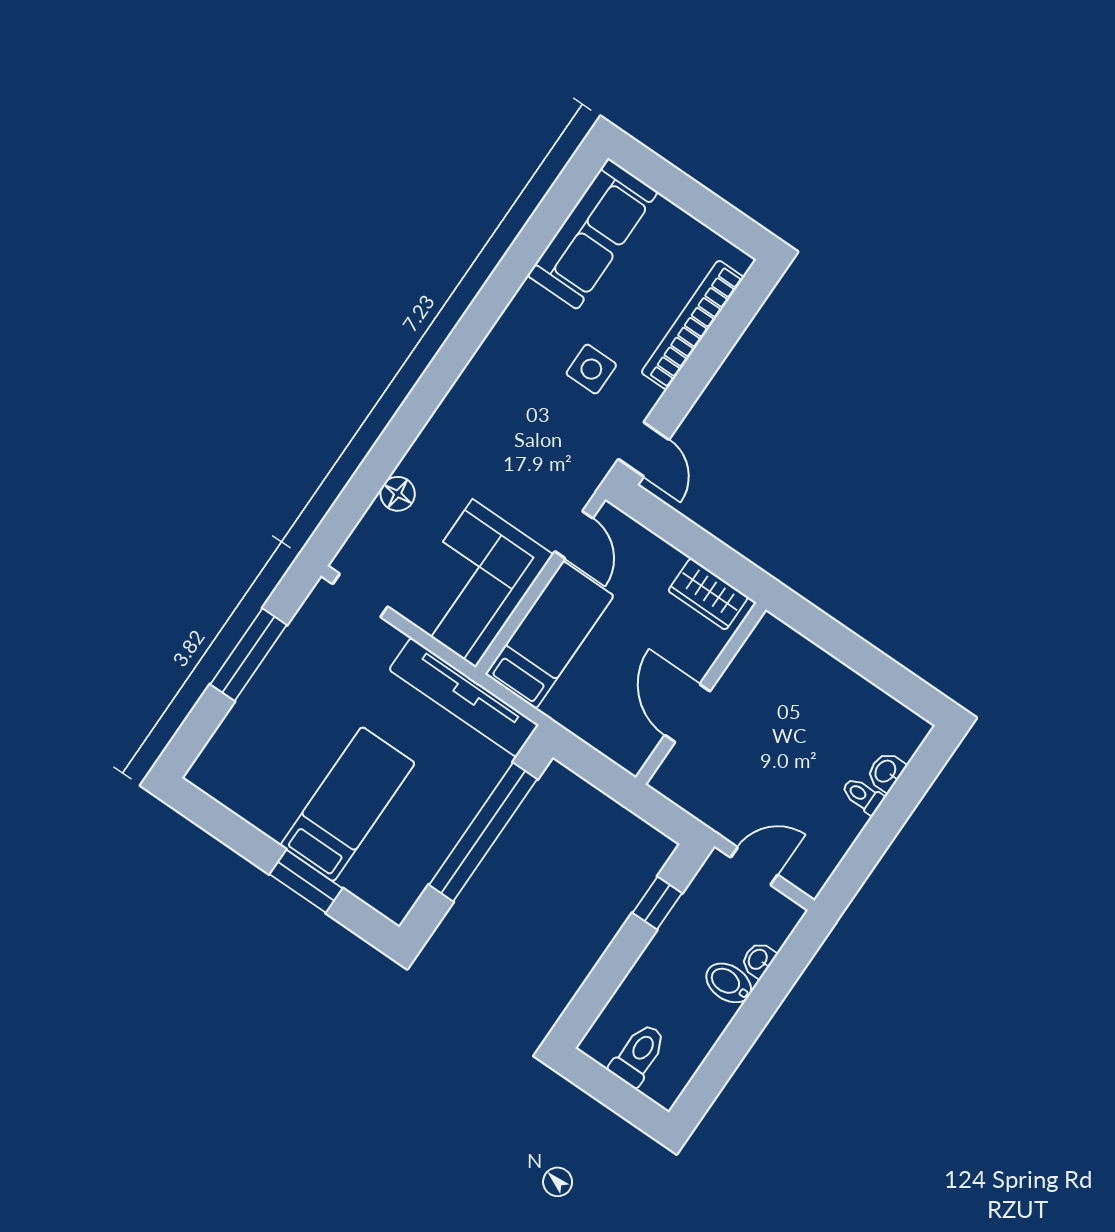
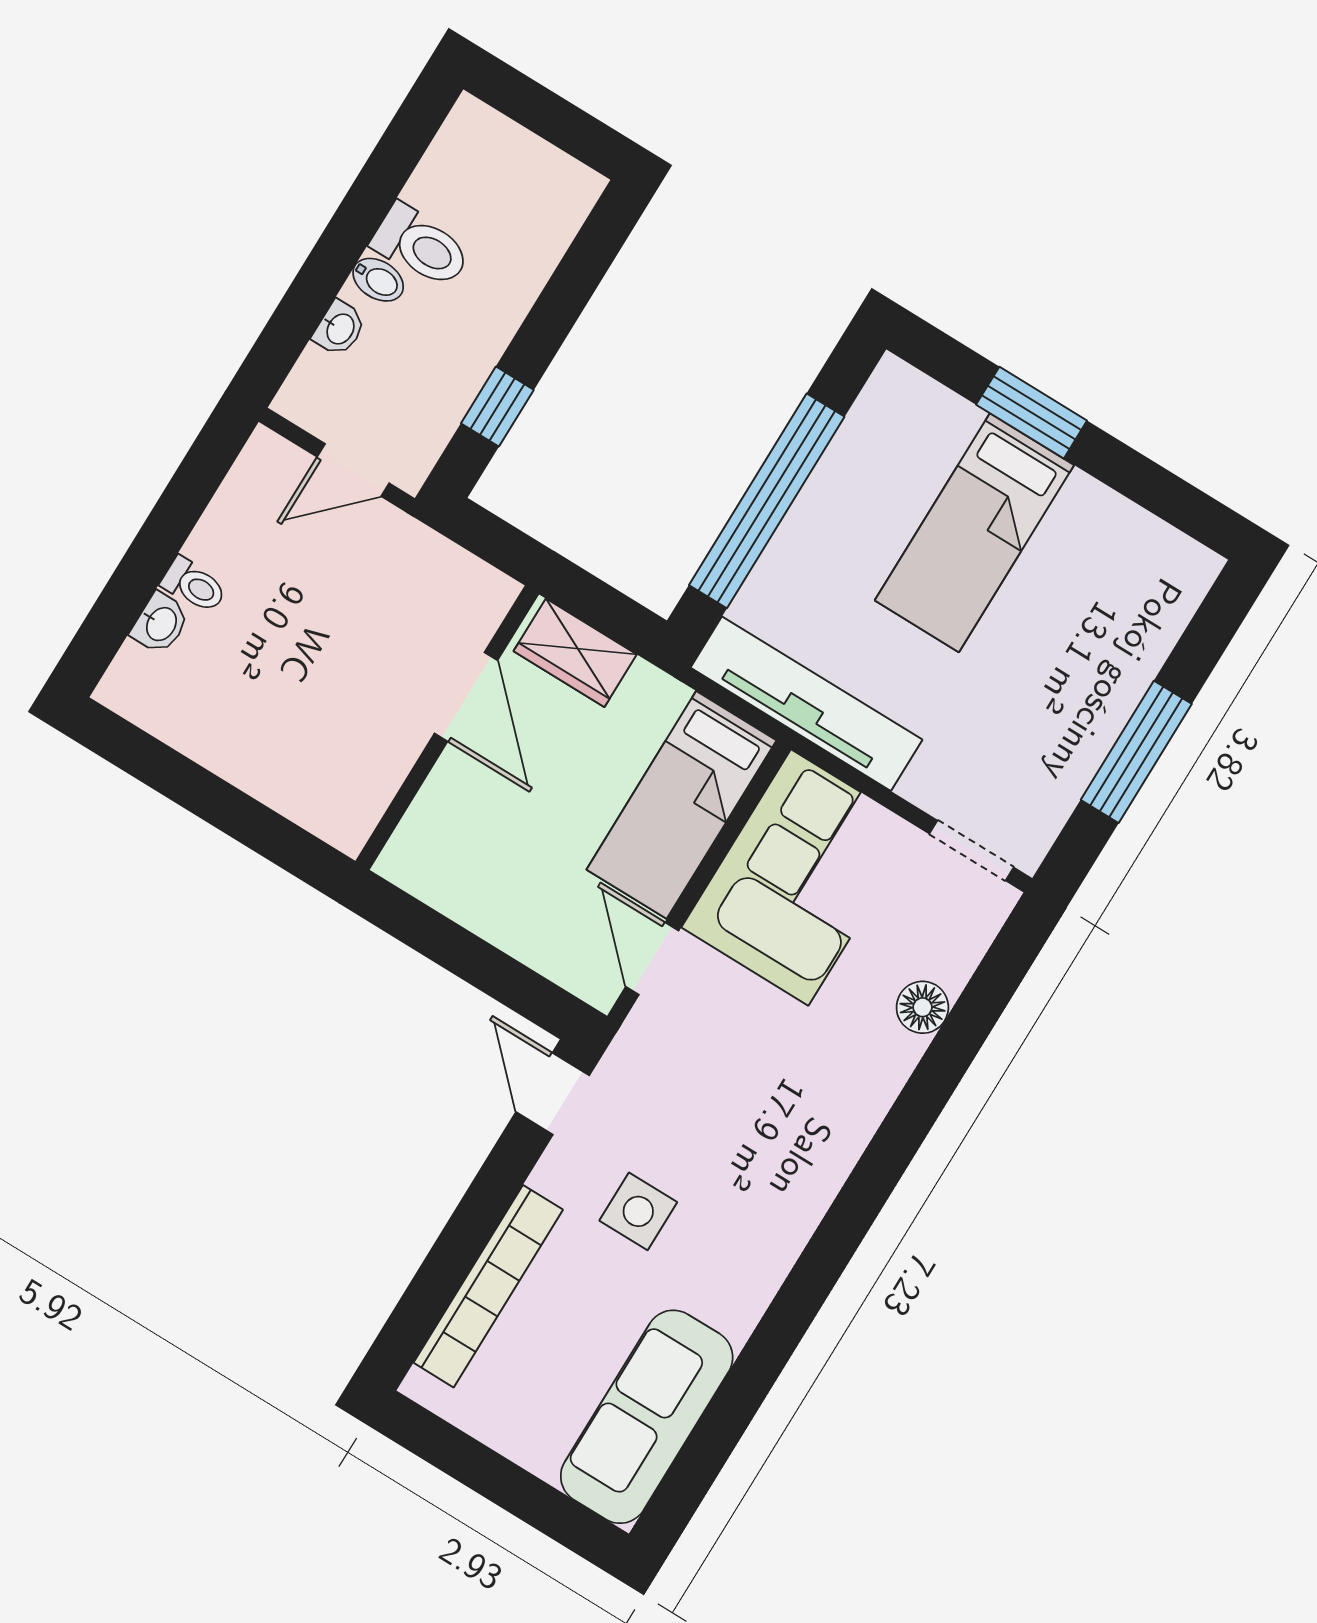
wardrobe: (708, 594) -> (575, 653), moved, turned 180
bidet: (729, 983) -> (378, 280), width x0.72, depth x0.74
toilet: (638, 1055) -> (421, 246), moved, turned -90

